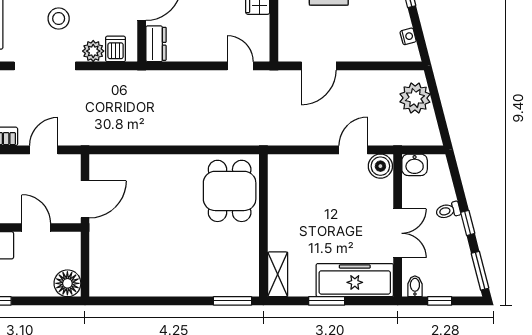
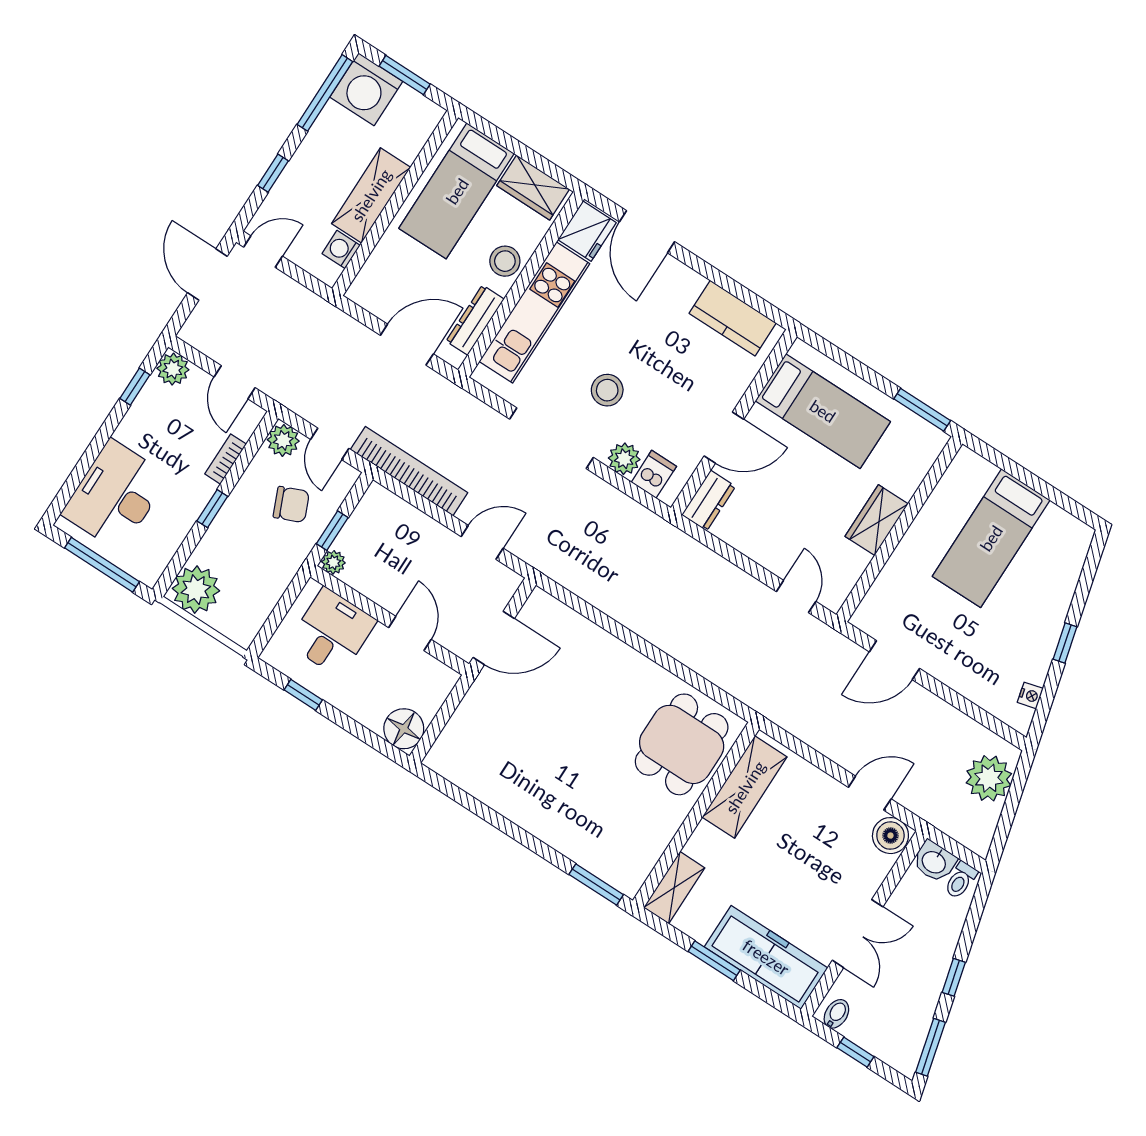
shelving: (281, 192) -> (745, 787), added
toilet: (448, 211) -> (961, 880), moved, turned -76

